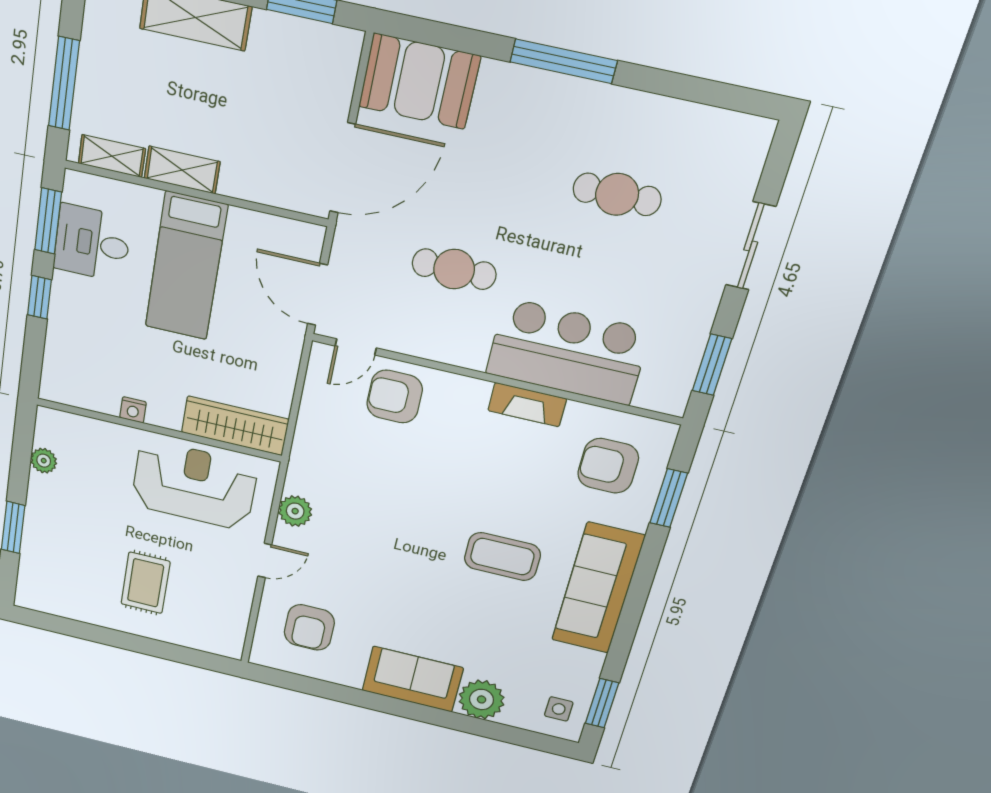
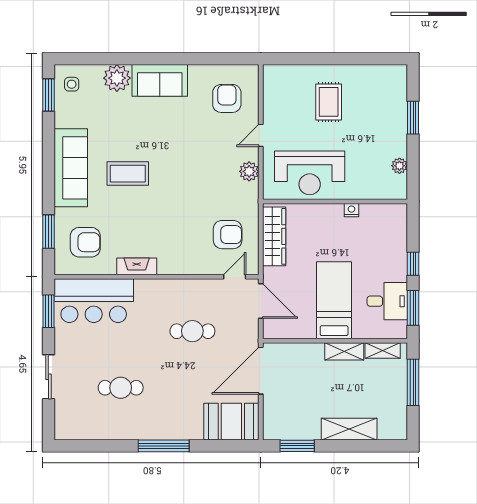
bar counter: (568, 352) -> (94, 301), moved
armchair: (395, 397) -> (228, 235), moved
wardrobe: (235, 426) -> (274, 236), moved, turned -90

